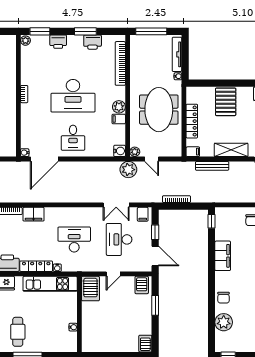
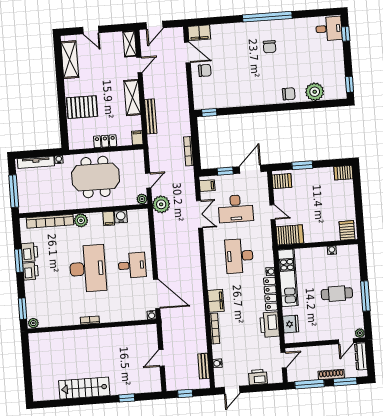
printer: (58, 42) -> (31, 271), moved
plant: (119, 107) -> (81, 220), moved
locker: (192, 121) -> (105, 141), width x0.66
water cooler: (120, 151) -> (121, 217), moved
filing cabinet: (223, 256) -> (245, 98), removed
cafe table: (18, 332) -> (337, 294), moved
server rack: (91, 343) -> (347, 230), added

